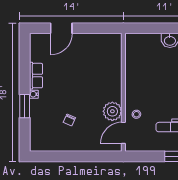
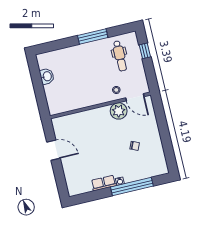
door: (61, 28) -> (53, 150), moved
window: (25, 106) -> (132, 187), width x2.11

